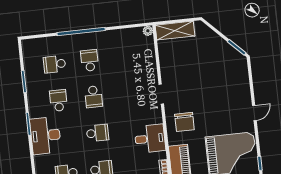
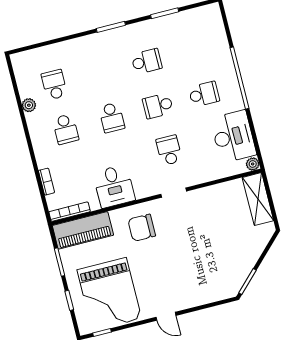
school desk: (55, 64) -> (169, 150), moved
desk: (46, 136) -> (233, 137), moved, turned 90

